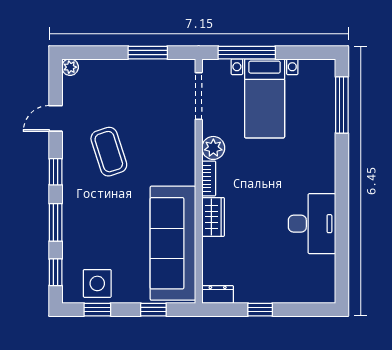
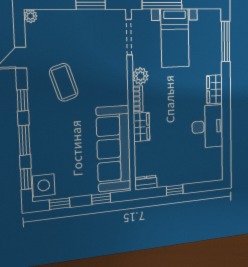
wardrobe: (324, 172) -> (215, 89), added
side table: (97, 283) -> (44, 185), moved

